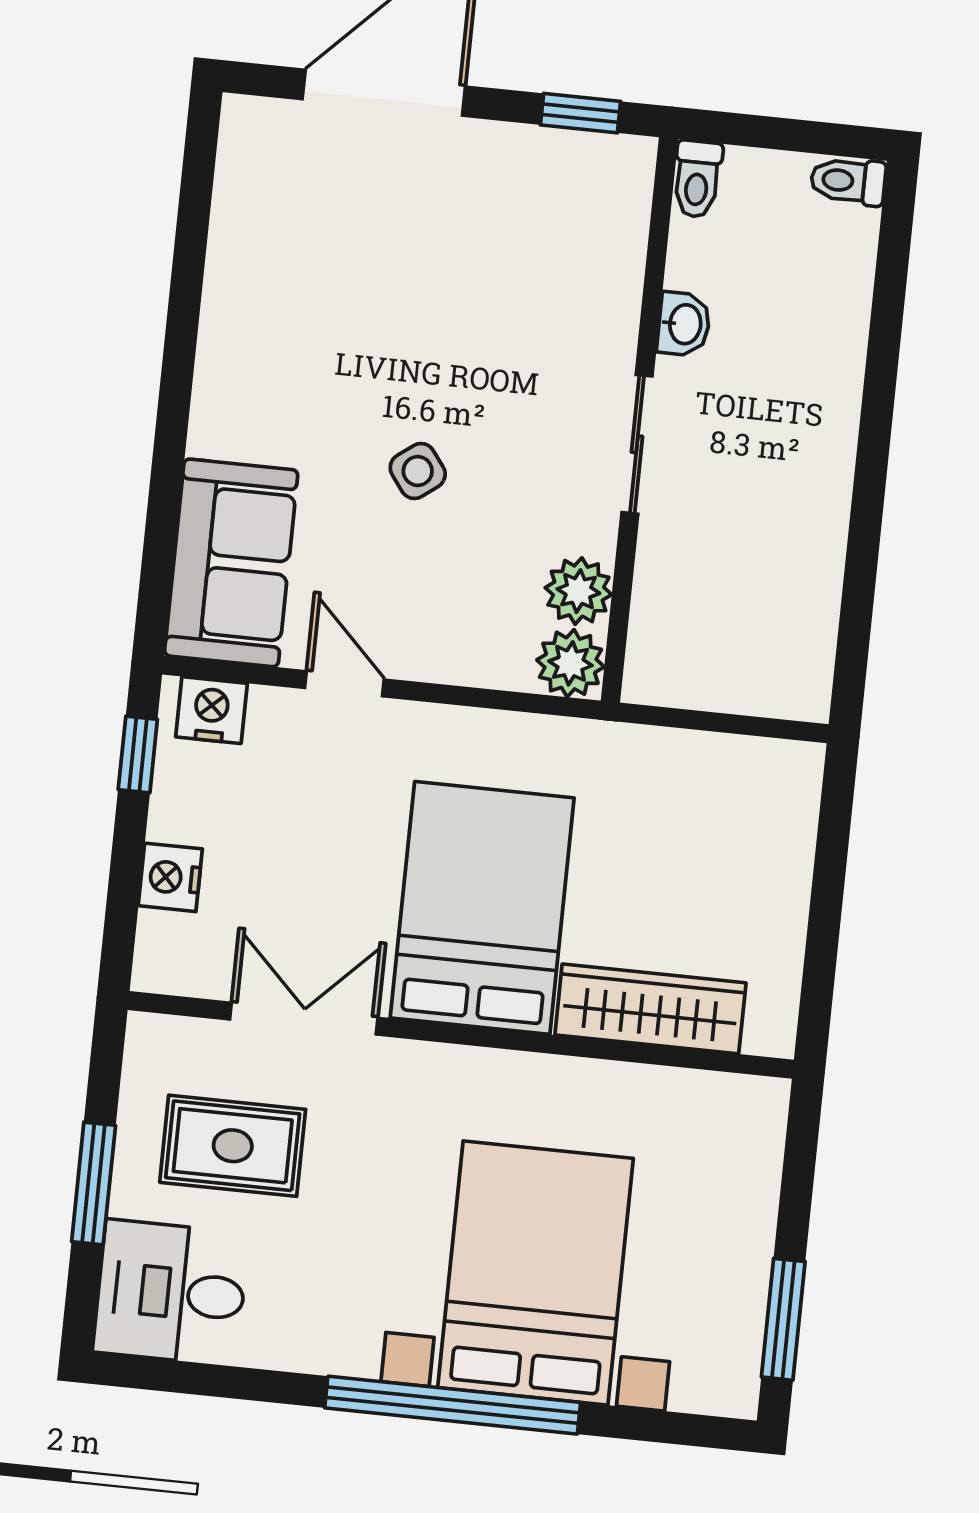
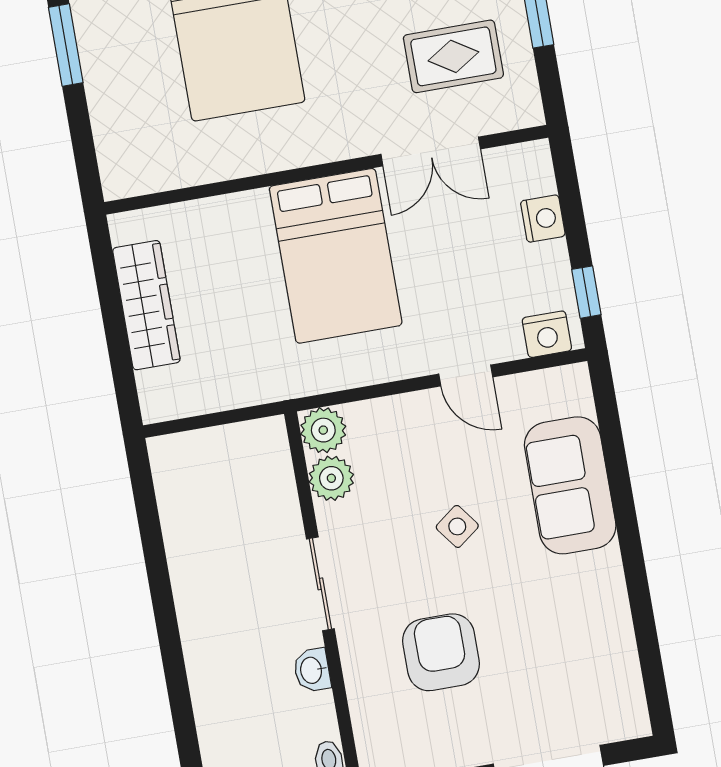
armchair: (492, 297) -> (441, 652), added
sofa: (231, 563) -> (570, 485), moved
wardrobe: (650, 1009) -> (146, 305), moved, turned -90

